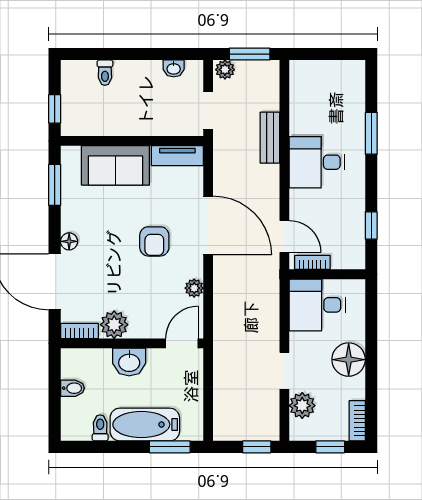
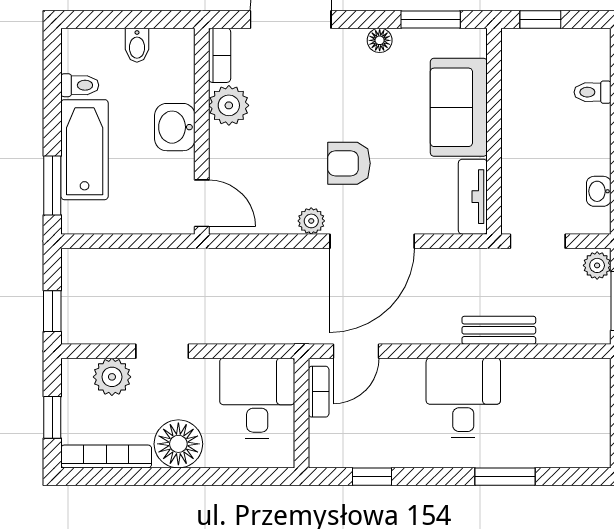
floor lamp: (69, 241) -> (380, 40), moved
plant: (194, 288) -> (311, 221), moved
bookcase: (357, 421) -> (106, 456), width x1.56

